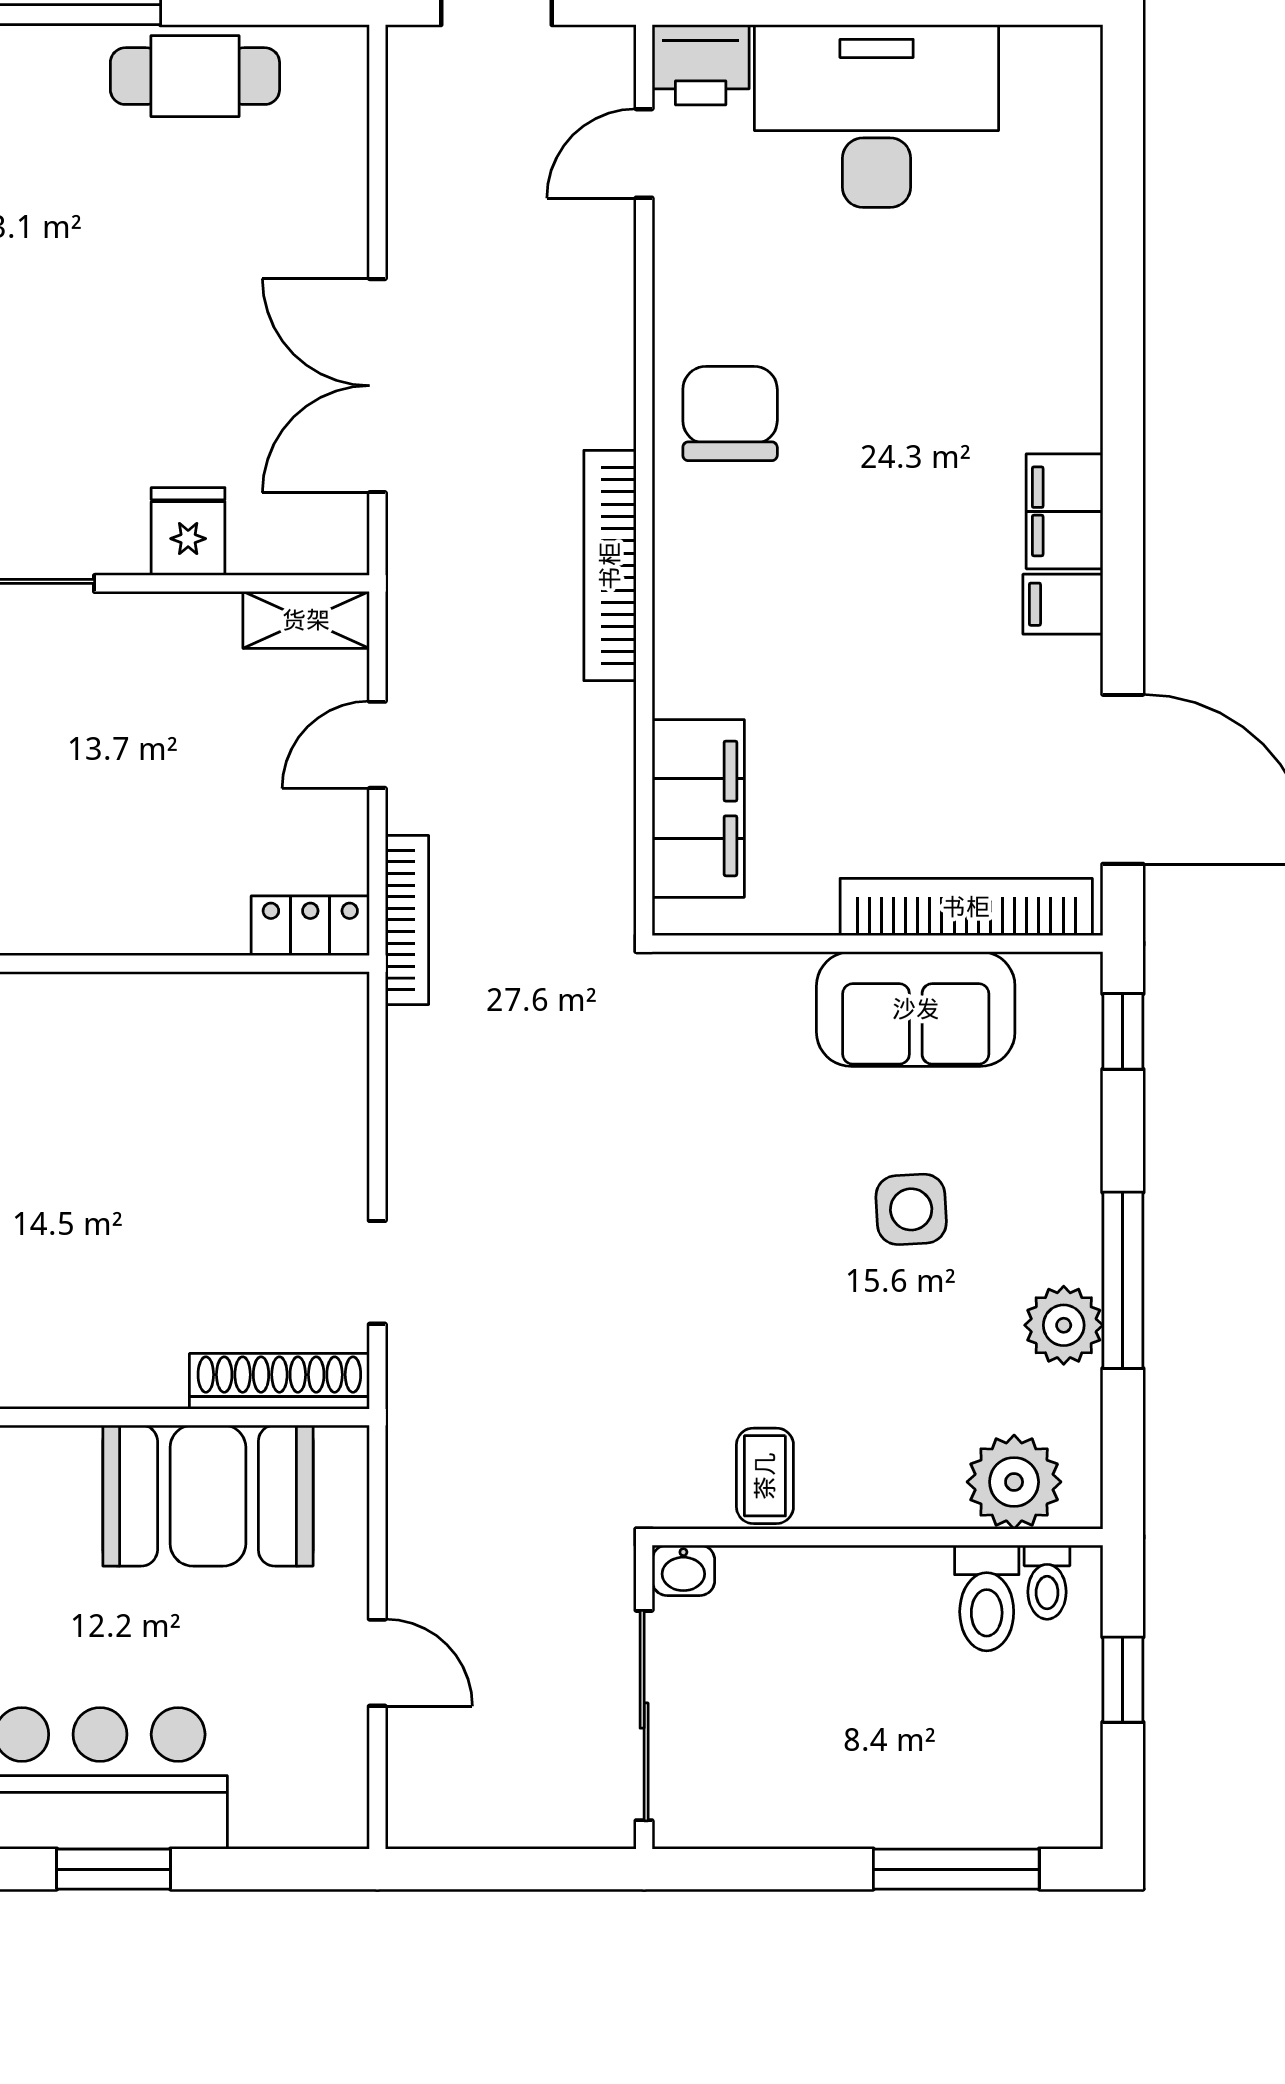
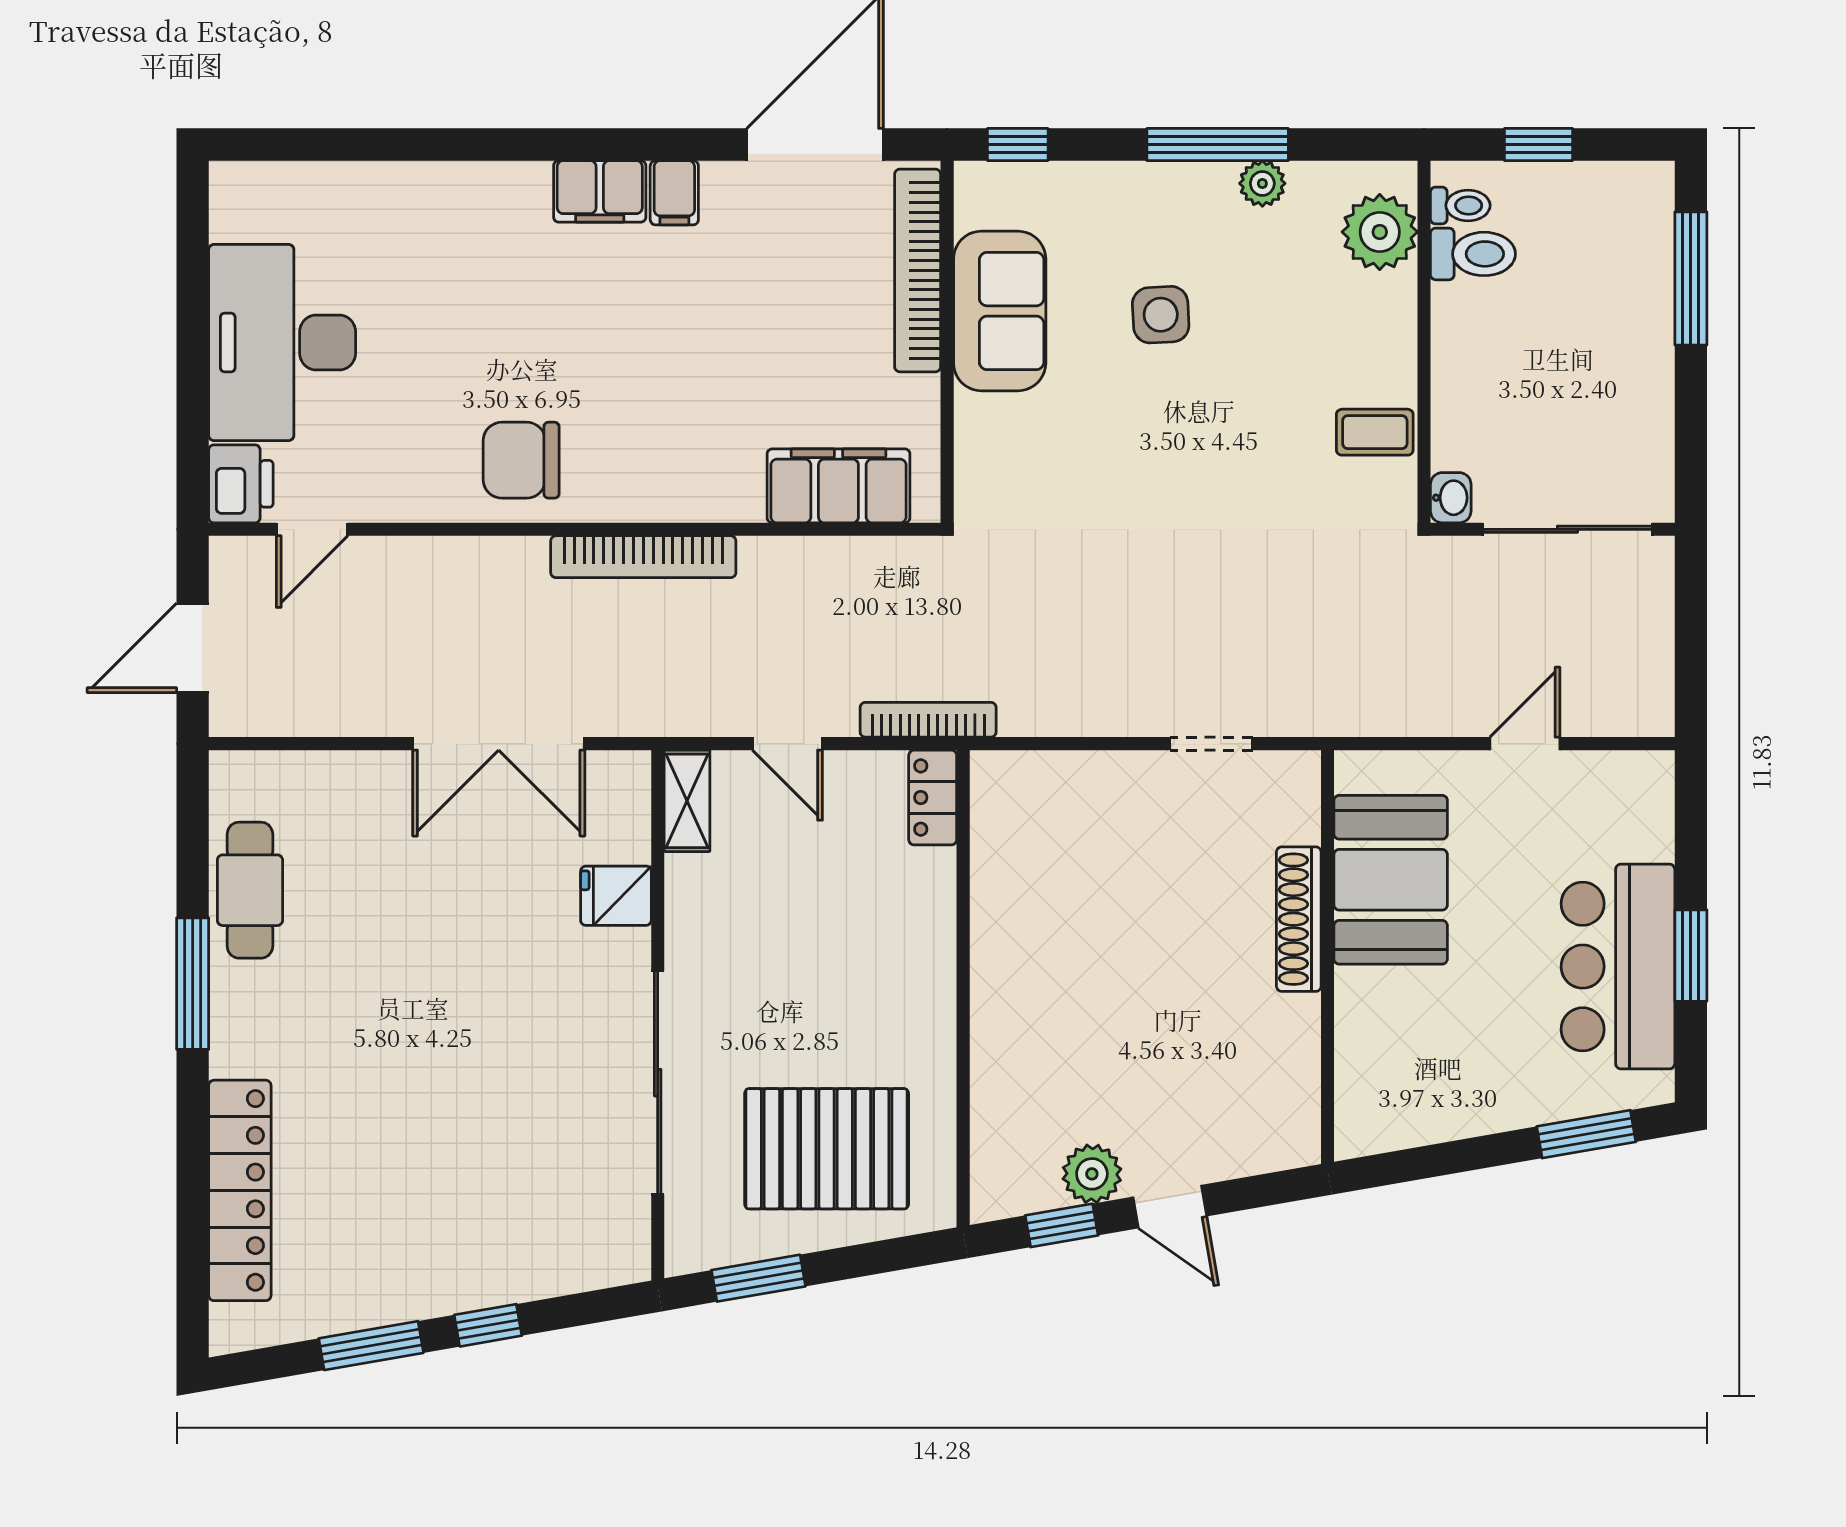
door: (644, 153) -> (312, 529), hinge flipped
plant: (1064, 1325) -> (1262, 183), width x0.73, depth x0.73
shoe rack: (279, 1381) -> (1299, 919), moved

